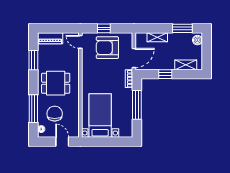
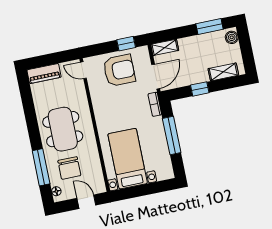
window: (104, 28) -> (126, 44), moved
shelving: (157, 37) -> (165, 47), moved
armchair: (107, 48) -> (119, 70), turned 180
window: (33, 60) -> (28, 106), removed
dining table: (56, 83) -> (63, 129), width x1.38
chair: (55, 114) -> (69, 168), turned 180

